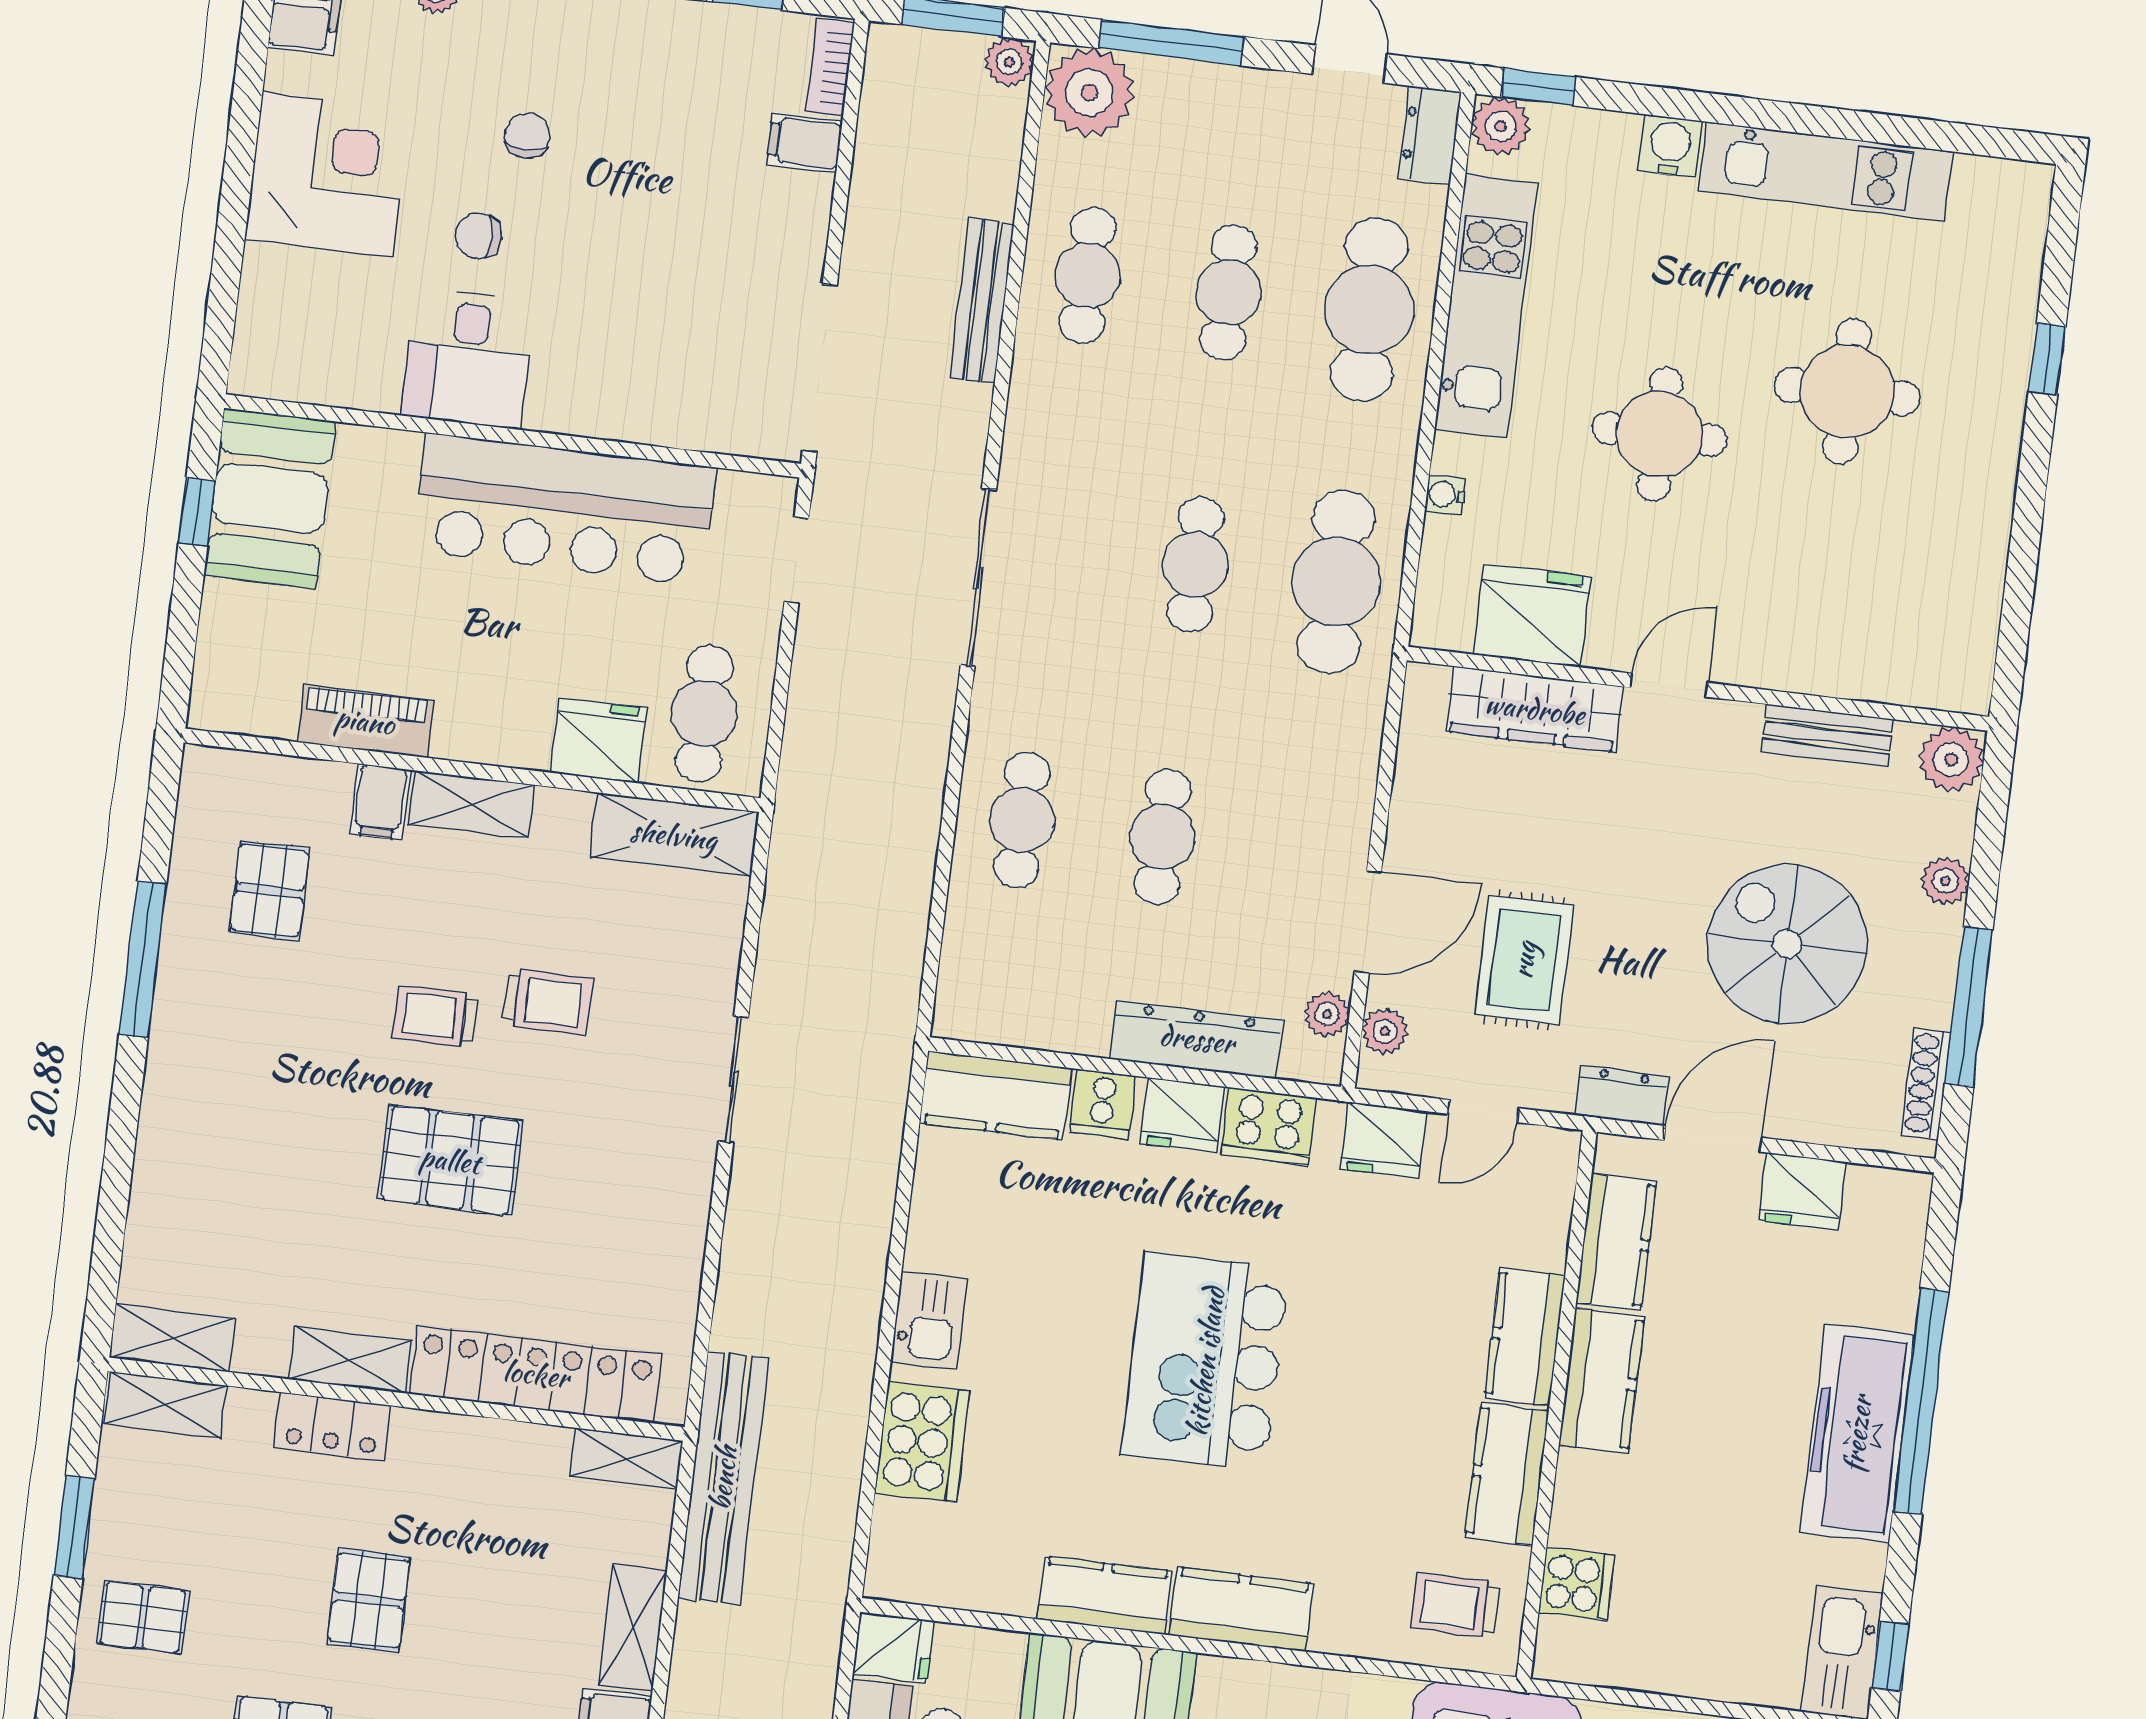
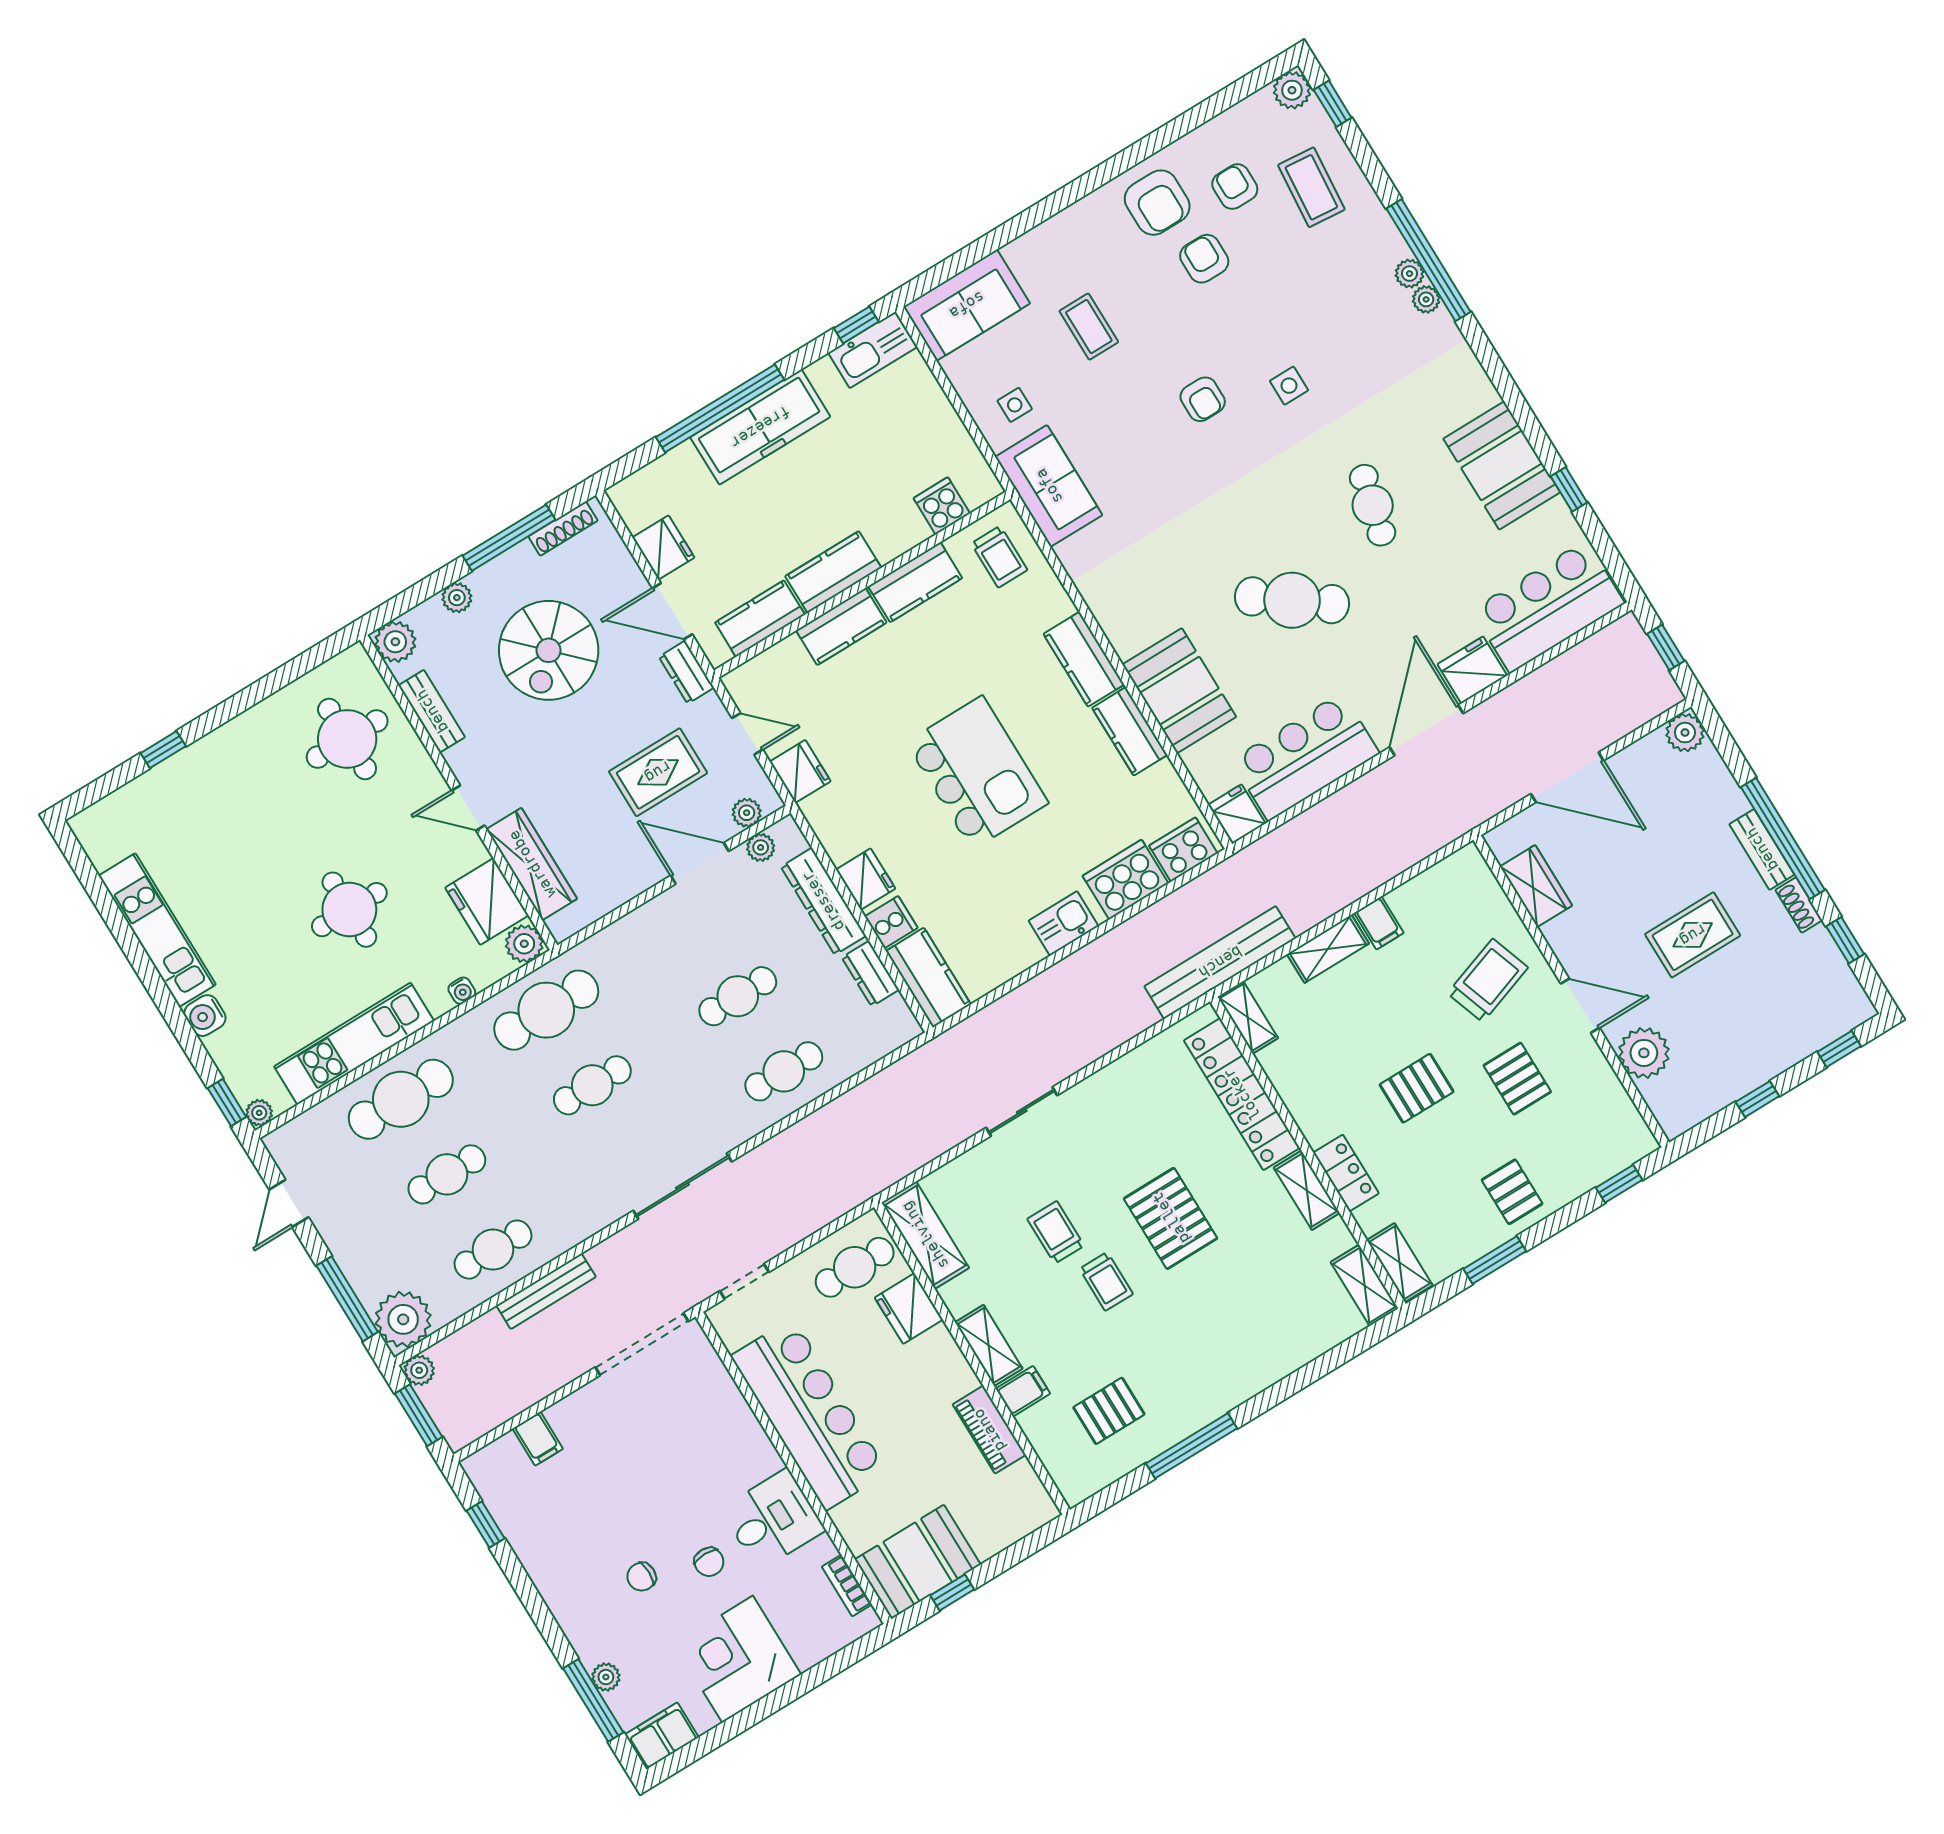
bookcase: (830, 67) -> (847, 1586), moved, turned 90
plant: (1500, 126) -> (259, 1113), width x0.73, depth x0.73
dresser: (1430, 135) -> (870, 974), moved, turned 90
round table: (1847, 391) -> (347, 739), moved
plant: (1442, 620) -> (524, 944), added
cooker: (1269, 1126) -> (1183, 849), moved, turned -90
kitchen island: (1205, 1362) -> (977, 773), turned -90

